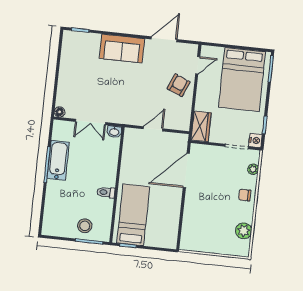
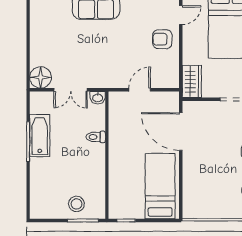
armchair: (179, 85) -> (162, 39), turned -113
floor lamp: (60, 112) -> (41, 77), width x1.89, depth x1.89
door: (186, 171) -> (181, 131), hinge flipped
toilet: (106, 192) -> (96, 137), moved
bed: (133, 215) -> (160, 186), moved

